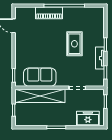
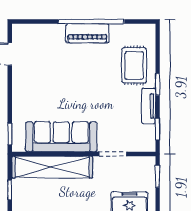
piano: (49, 13) -> (87, 33), moved
rug: (74, 44) -> (134, 65), moved
sofa: (40, 77) -> (61, 137), width x1.36

